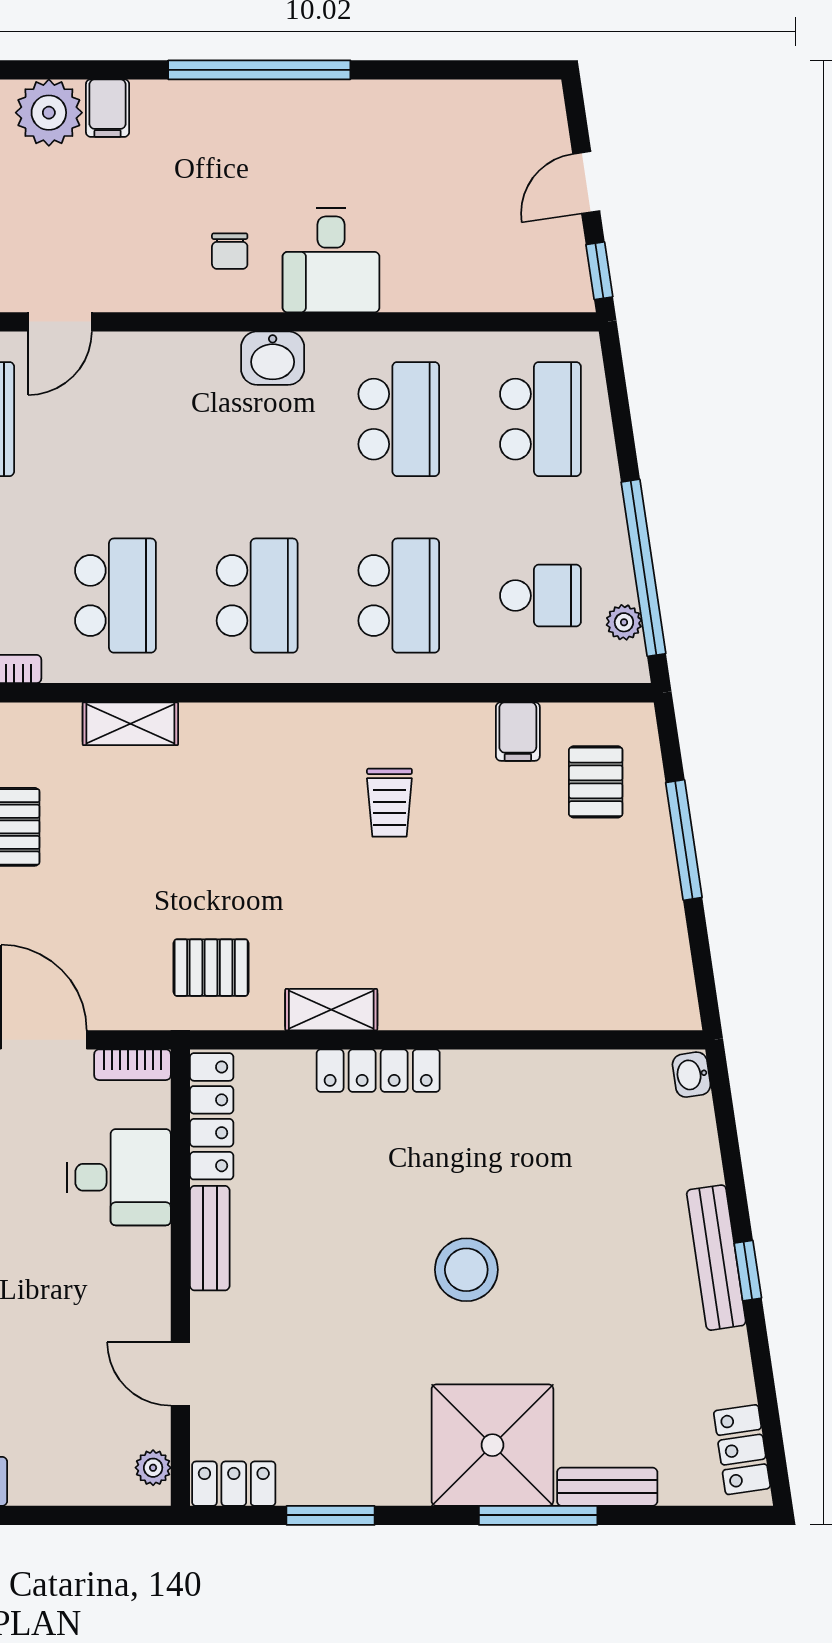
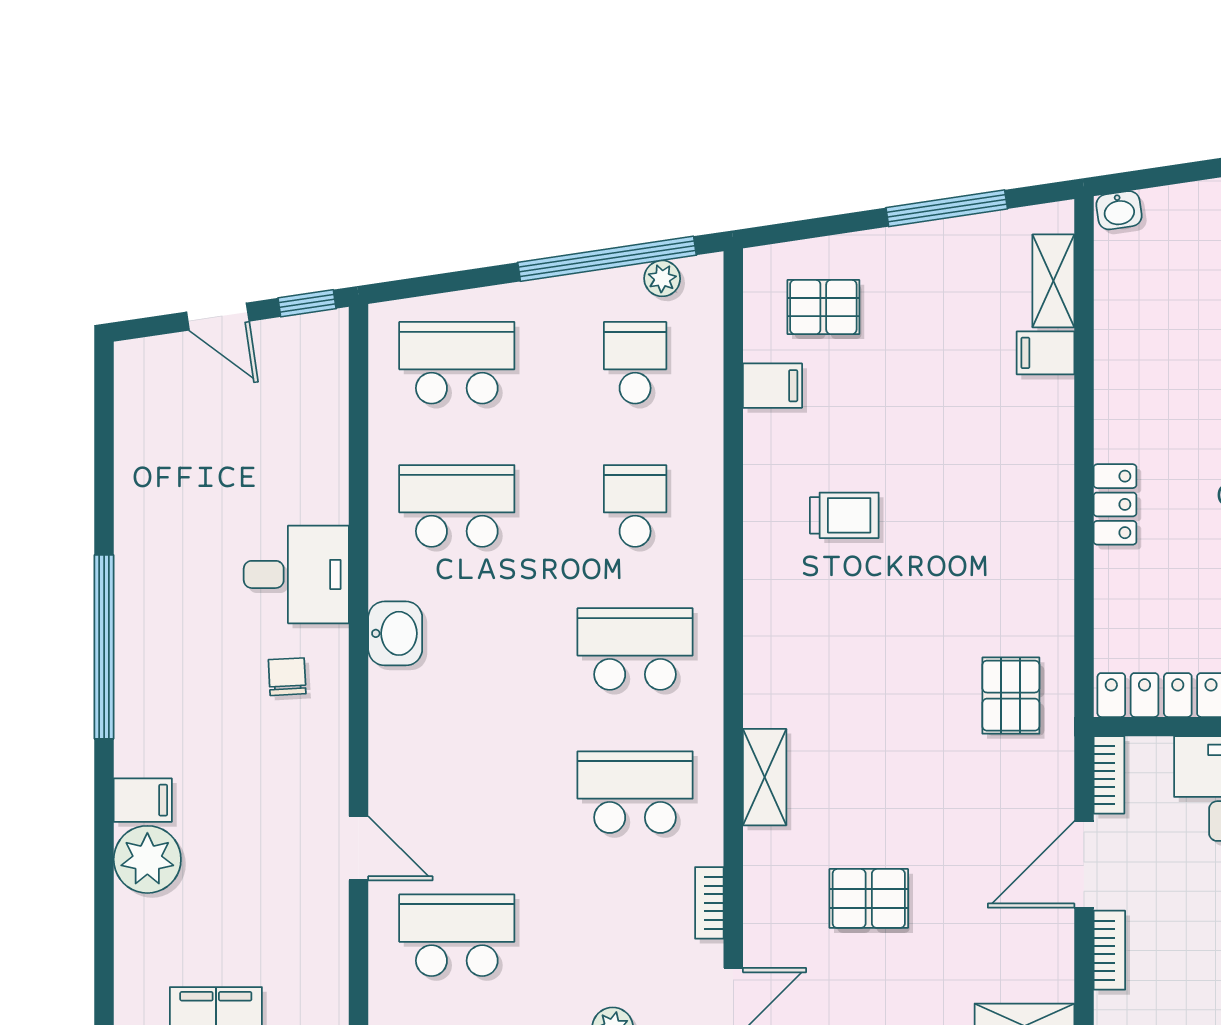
chair: (230, 251) -> (287, 677), turned -93
school desk: (399, 596) -> (635, 506), width x0.54
window: (684, 840) -> (947, 208), moved
filing cabinet: (550, 1002) -> (1046, 353), added
shelving: (331, 1010) -> (1053, 281), moved
locker: (378, 1071) -> (1115, 504), width x0.66

